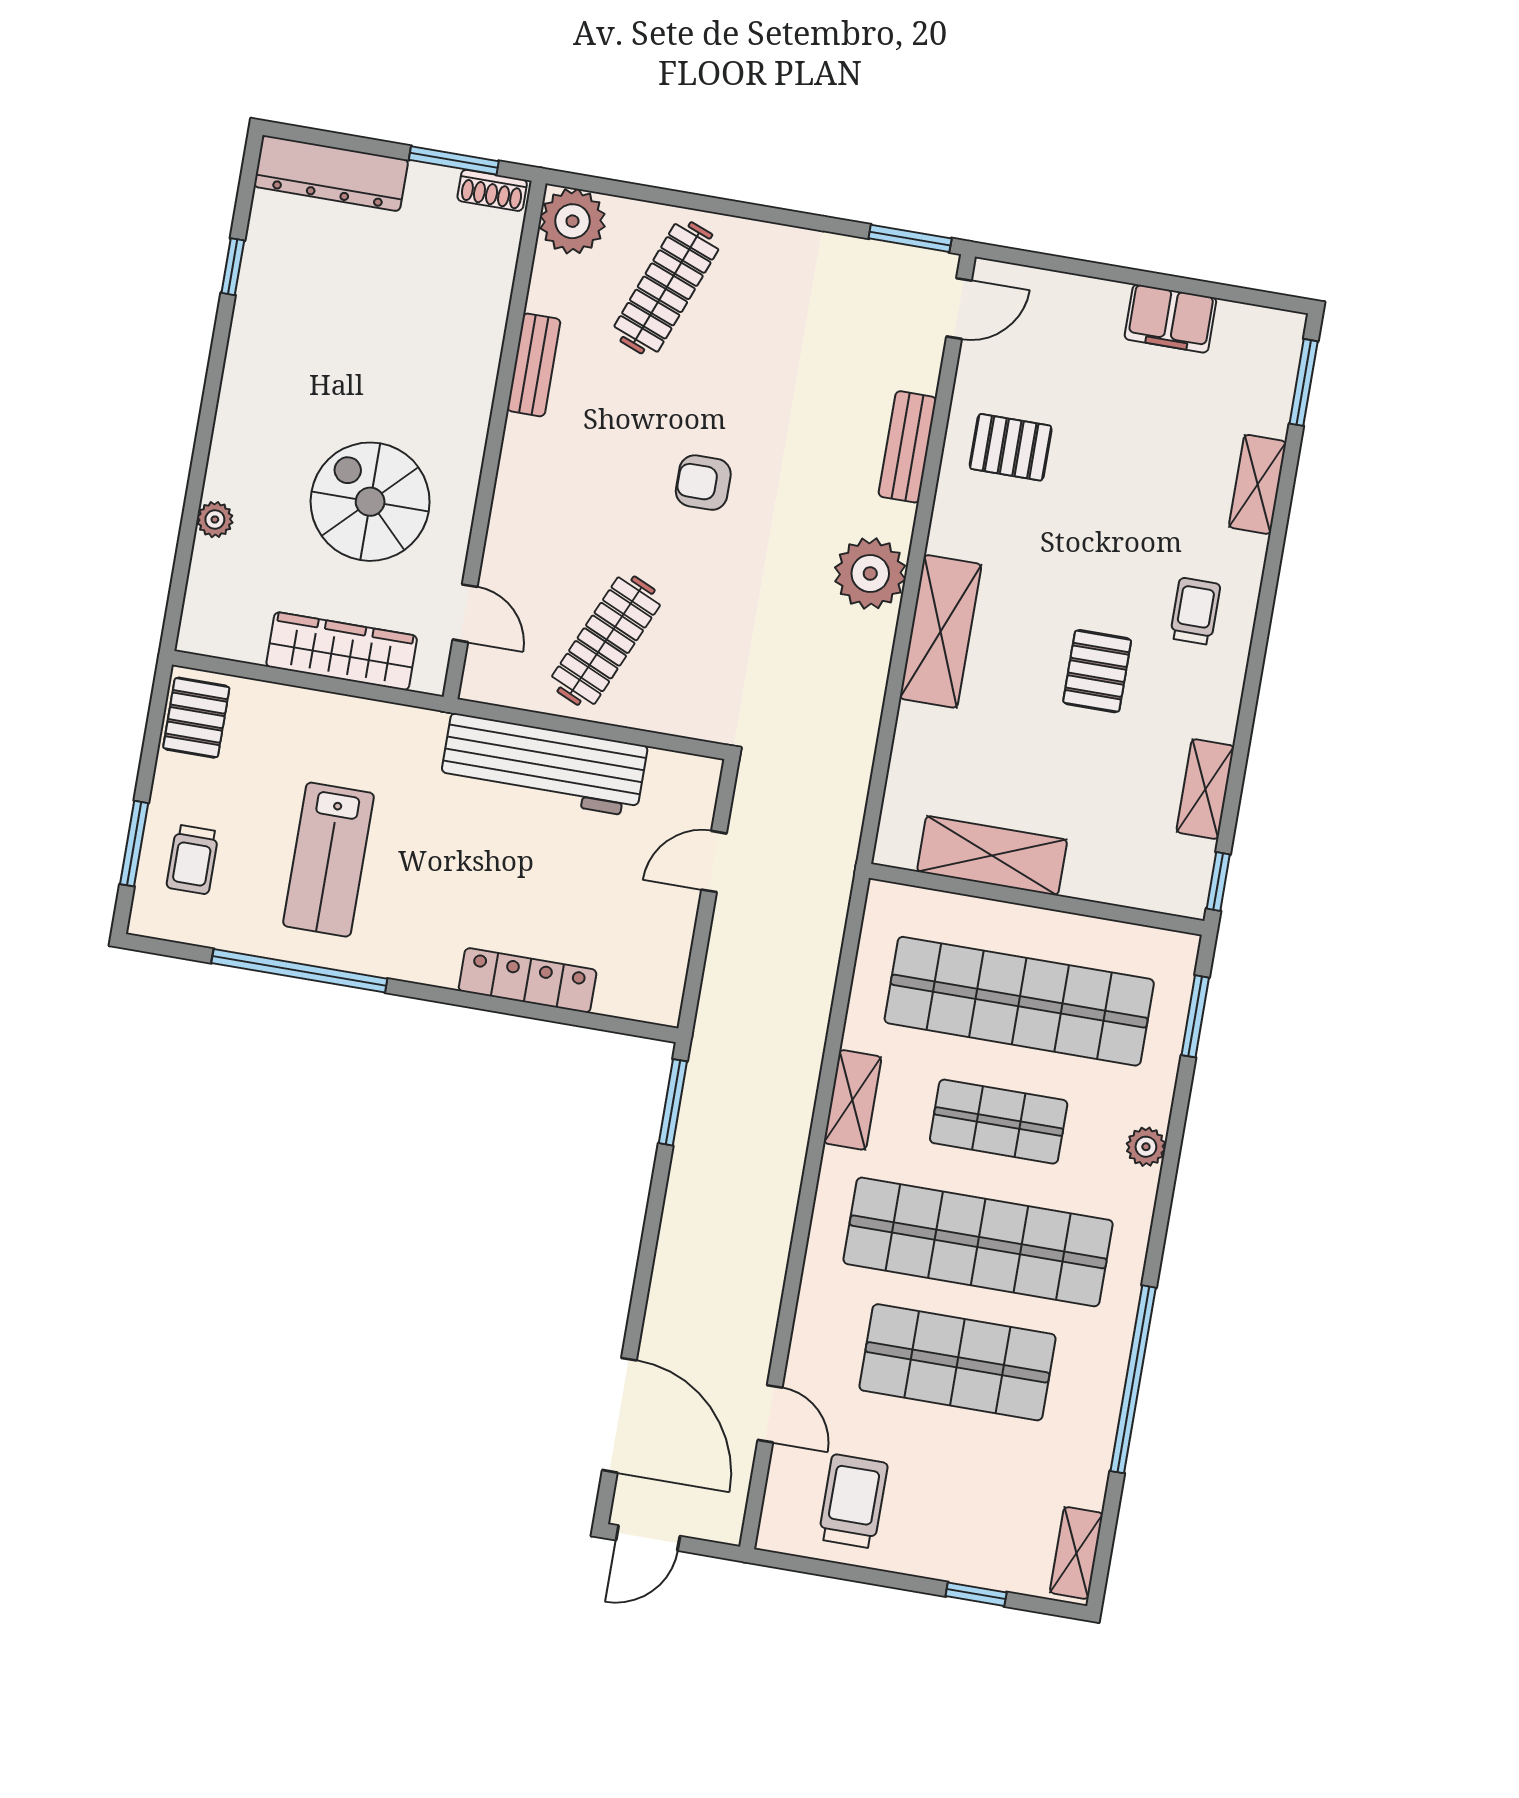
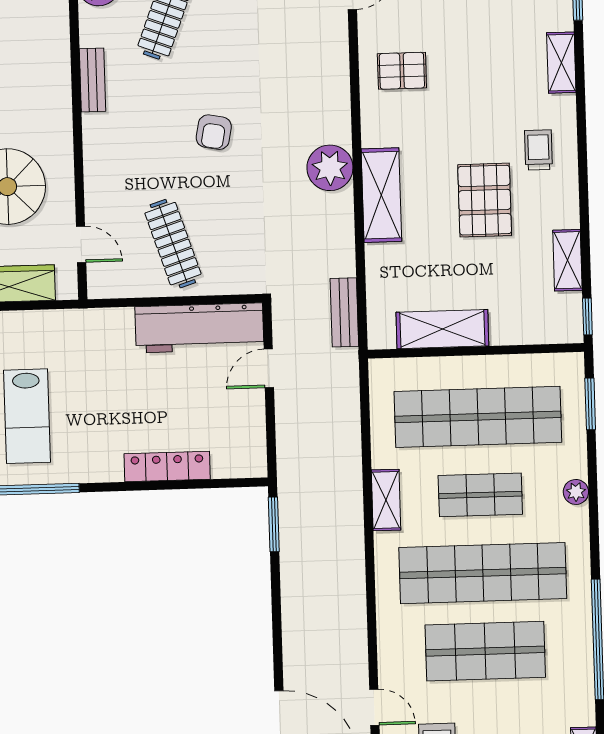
bench: (907, 447) -> (344, 312), moved
armchair: (703, 483) -> (214, 132), turned -79
clothes rail: (606, 641) -> (173, 244), turned -42
pallet: (1097, 671) -> (485, 200), width x1.50, depth x1.42
workbench: (544, 765) -> (199, 328), moved

